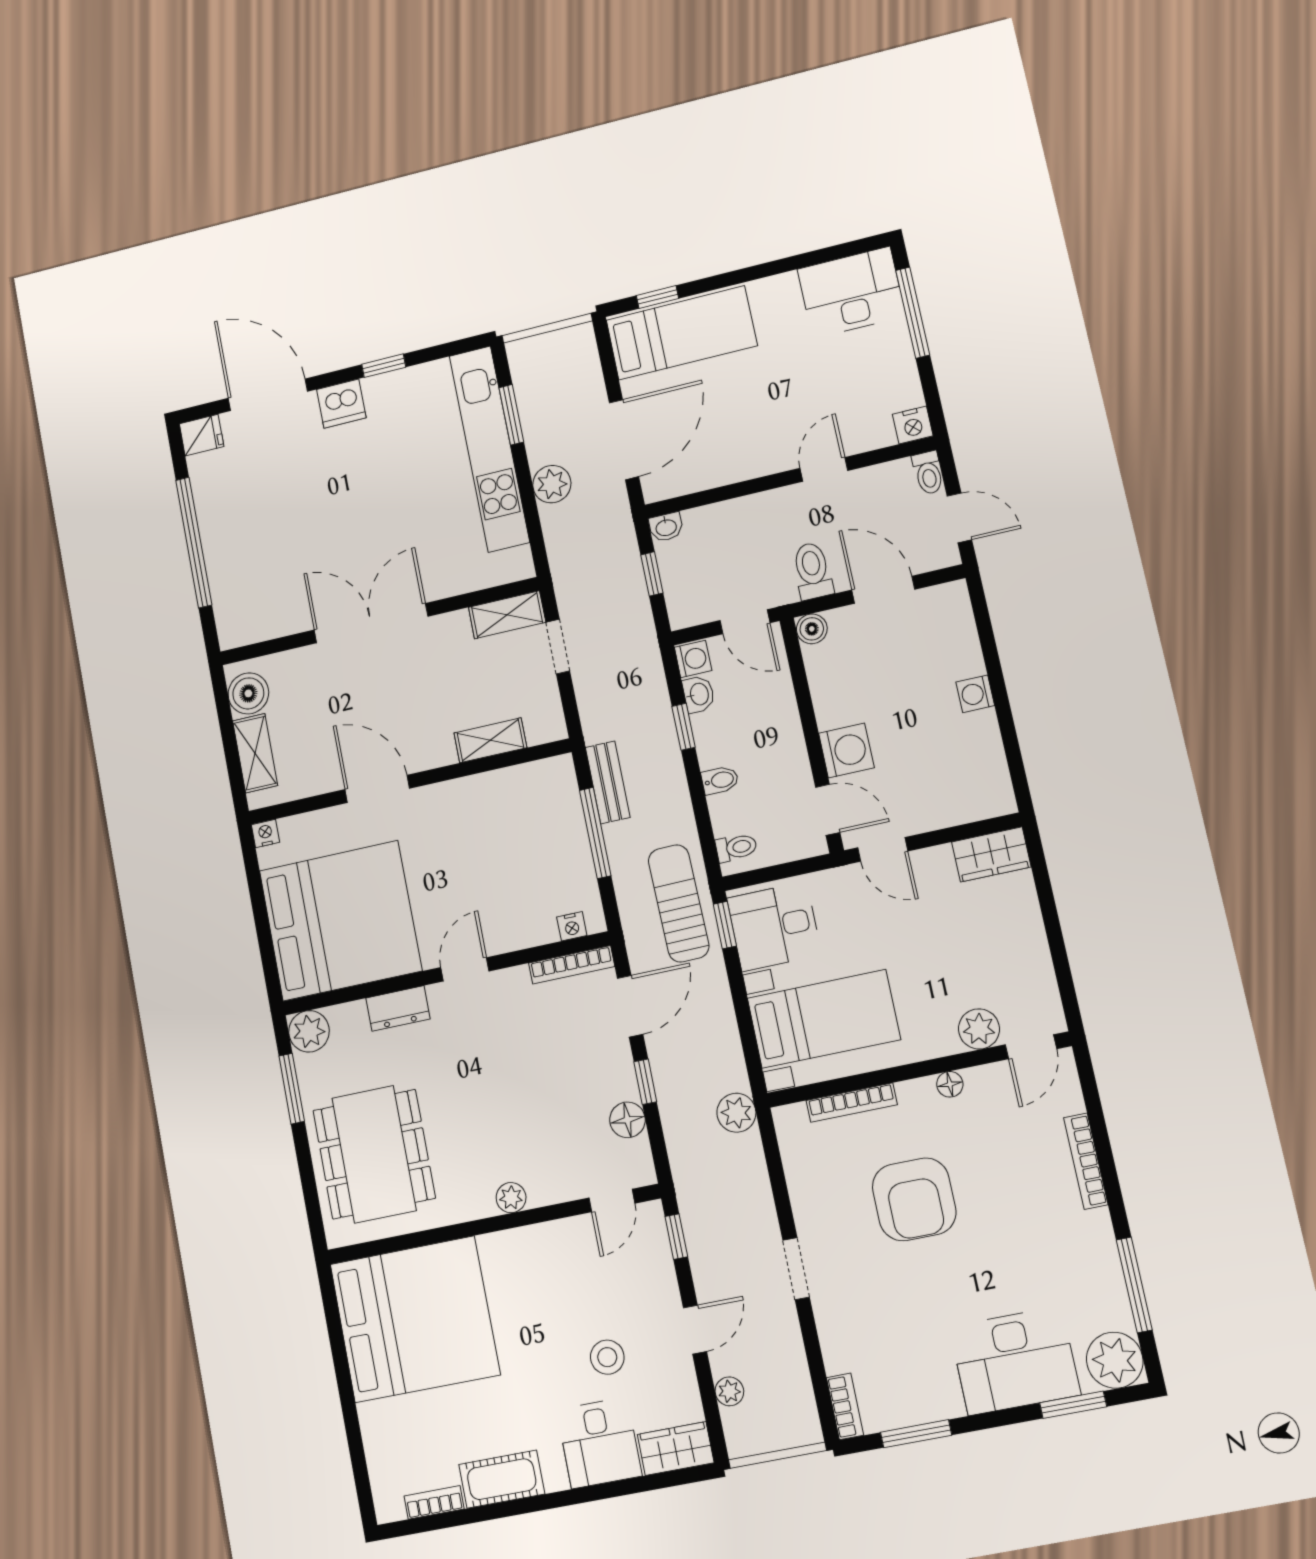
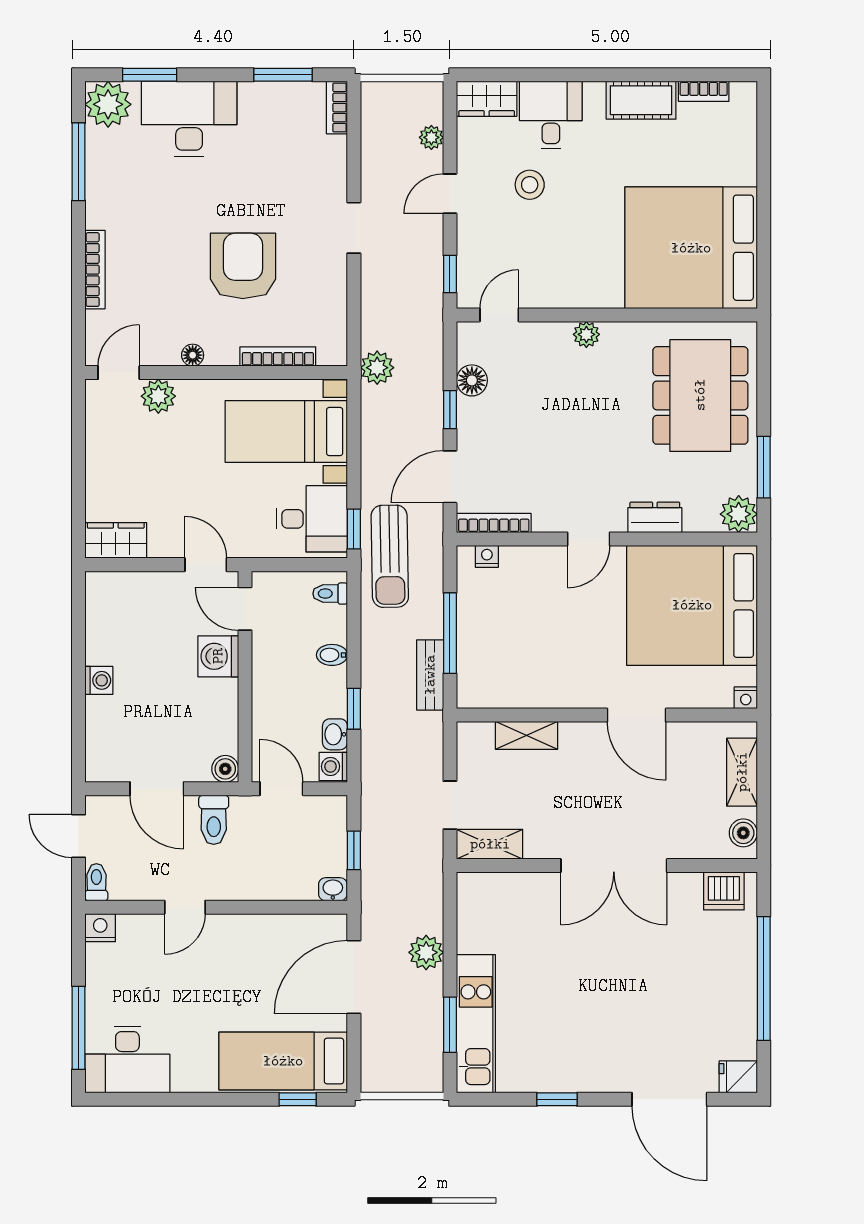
dishwasher: (341, 404) -> (724, 891), moved, turned 180
kitchen unit: (489, 449) -> (476, 1024), width x0.73
boiler: (248, 693) -> (743, 833), width x0.73, depth x0.73

